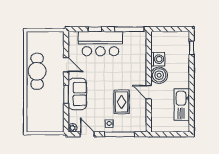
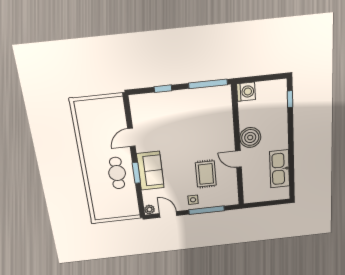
bar counter: (100, 44) -> (172, 106), removed
washing machine: (158, 59) -> (246, 92), moved
door: (66, 65) -> (131, 137), swing flipped
cafe table: (37, 71) -> (117, 173), moved, width x0.73, depth x0.74

